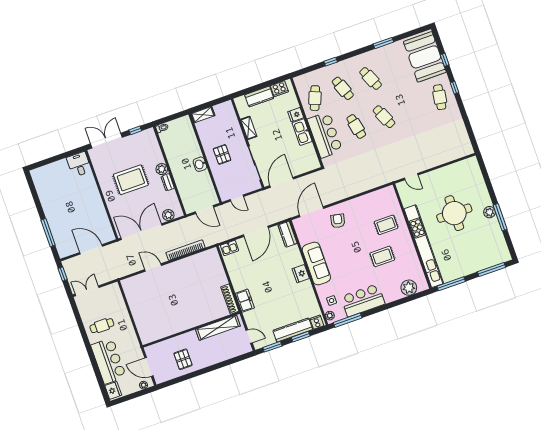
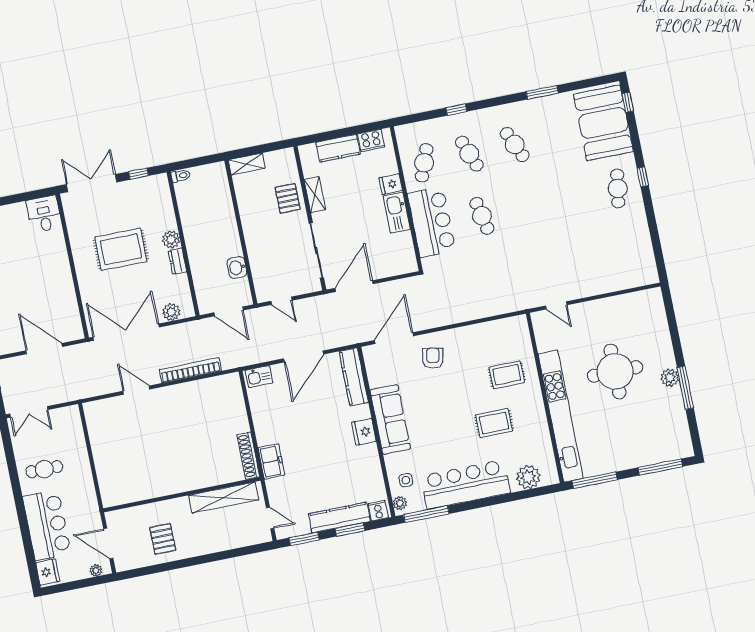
window: (445, 60) -> (628, 102), moved
cafe table: (384, 117) -> (527, 207), removed
pallet: (222, 154) -> (288, 198), moved
washbasin: (200, 164) -> (237, 268), moved
kitchen counter: (287, 234) -> (354, 377), width x1.50
double door: (87, 291) -> (29, 412), swing flipped
bar counter: (363, 300) -> (465, 484), width x1.36

